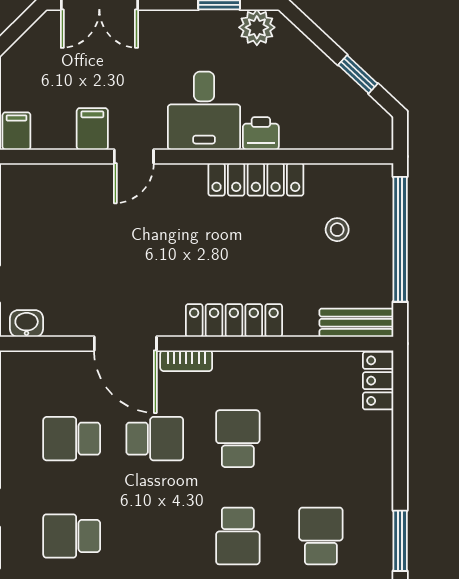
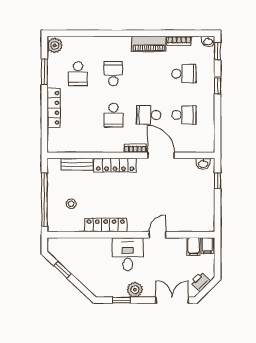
plant: (257, 27) -> (135, 290), moved
filing cabinet: (92, 129) -> (194, 247), moved
printer: (261, 133) -> (200, 282), moved, turned 135
bench: (356, 323) -> (77, 164), moved
locker: (378, 381) -> (54, 108), moved, width x1.53

